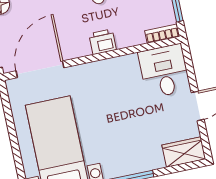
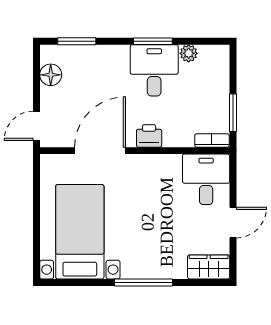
door: (40, 69) -> (100, 151), moved

